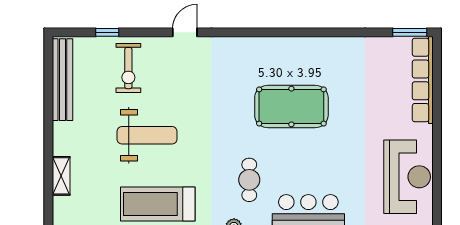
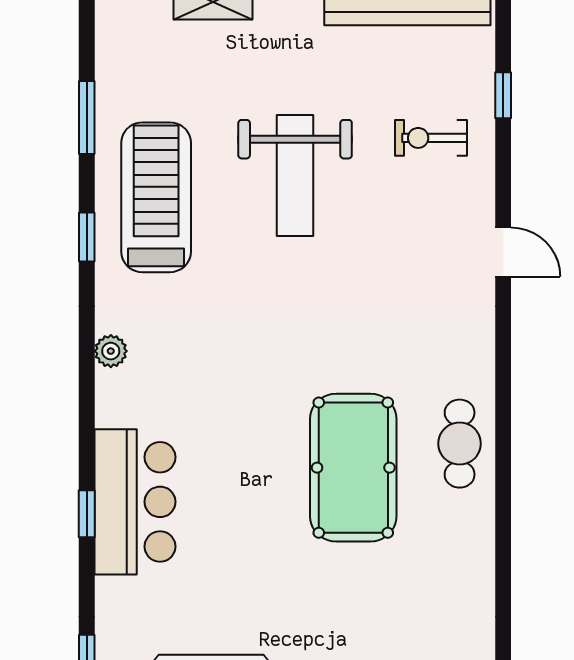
exercise bike: (128, 68) -> (431, 138), width x0.73, depth x0.72
cafe table: (249, 180) -> (460, 444), moved, turned 90

